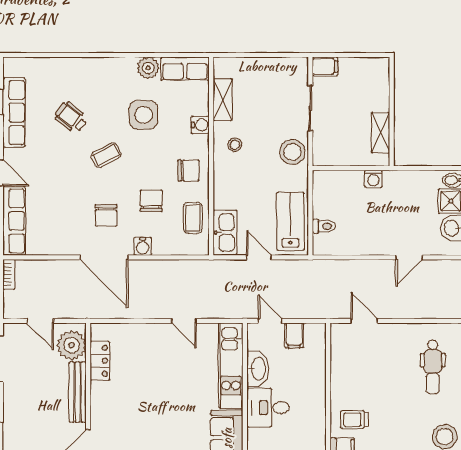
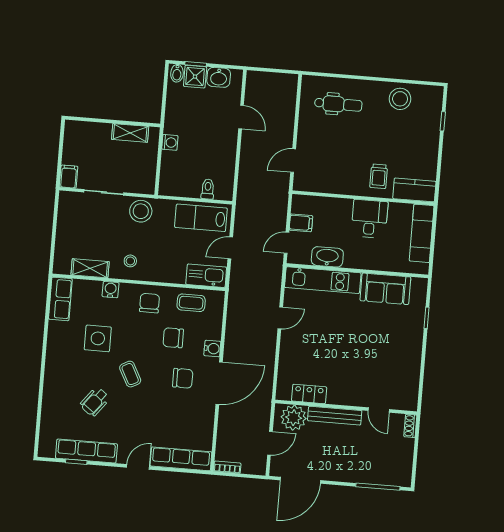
plant: (148, 68) -> (57, 331), removed
desk: (268, 408) -> (370, 219), moved, turned 180

